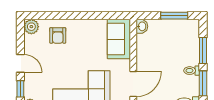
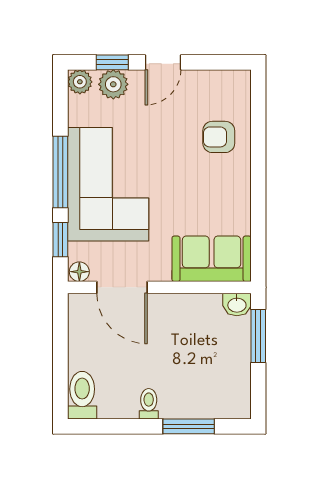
window: (174, 16) -> (258, 336), moved
plant: (31, 27) -> (113, 84), moved
window: (203, 83) -> (123, 426), removed

